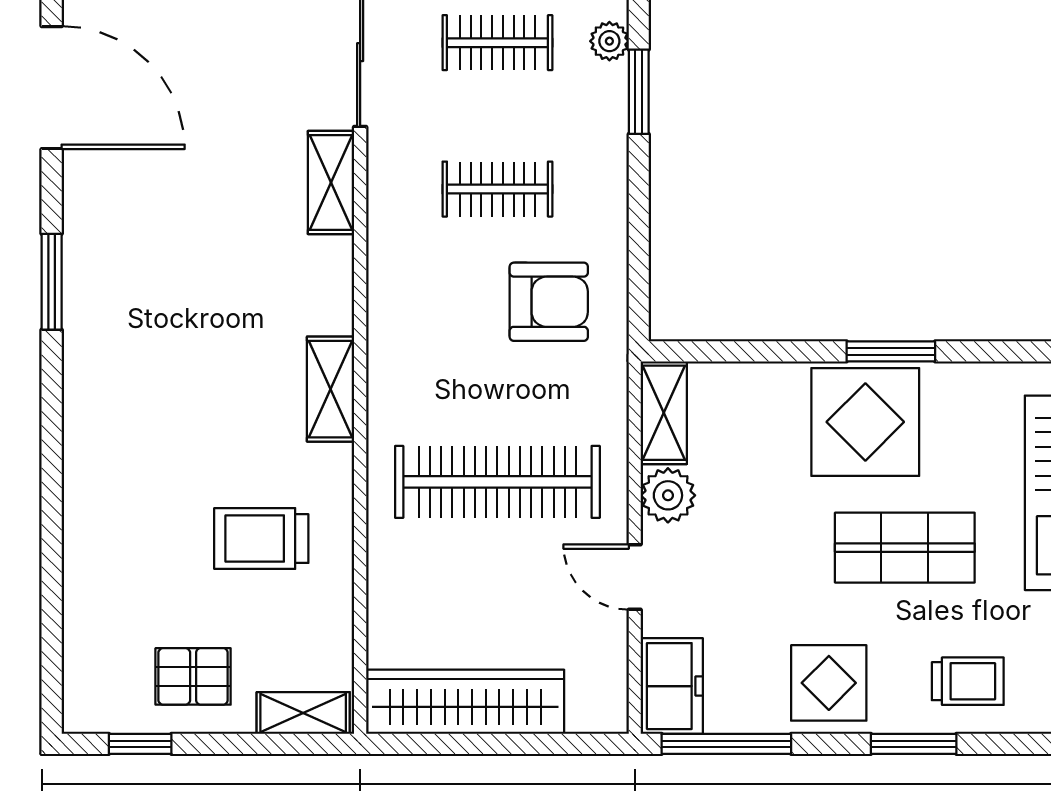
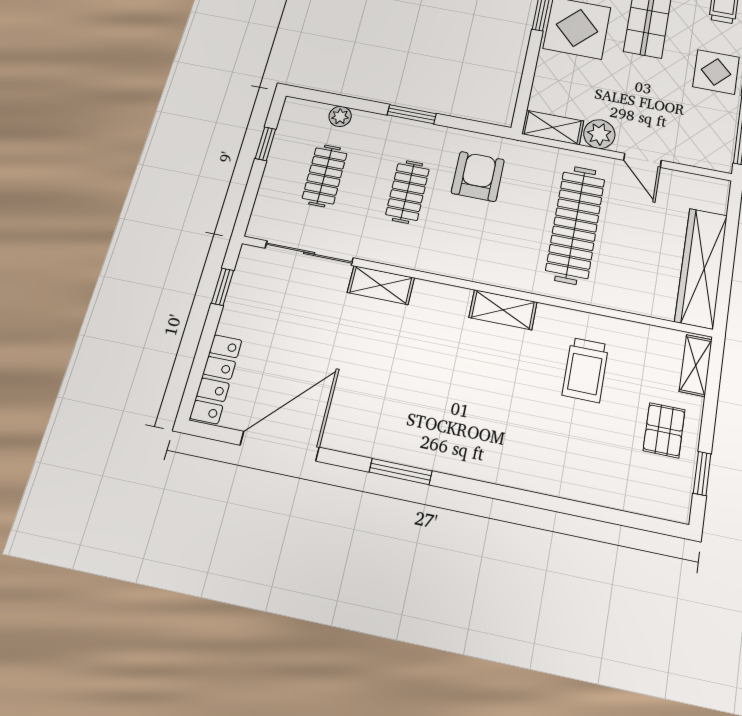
window: (639, 92) -> (412, 114), moved
door: (635, 577) -> (642, 160), hinge flipped
freezer: (672, 686) -> (707, 152), removed

